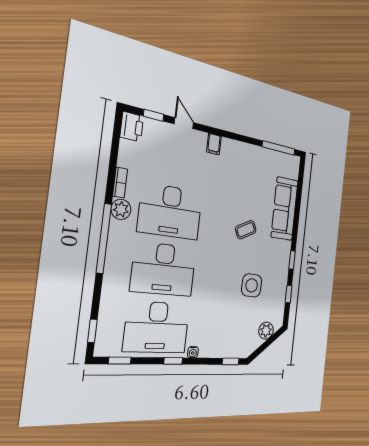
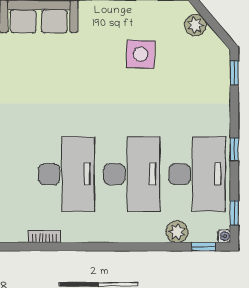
plant: (121, 209) -> (177, 232), moved
coffee table: (246, 230) -> (73, 72), removed
window: (104, 238) -> (106, 247), removed
water cooler: (193, 352) -> (224, 236), moved

